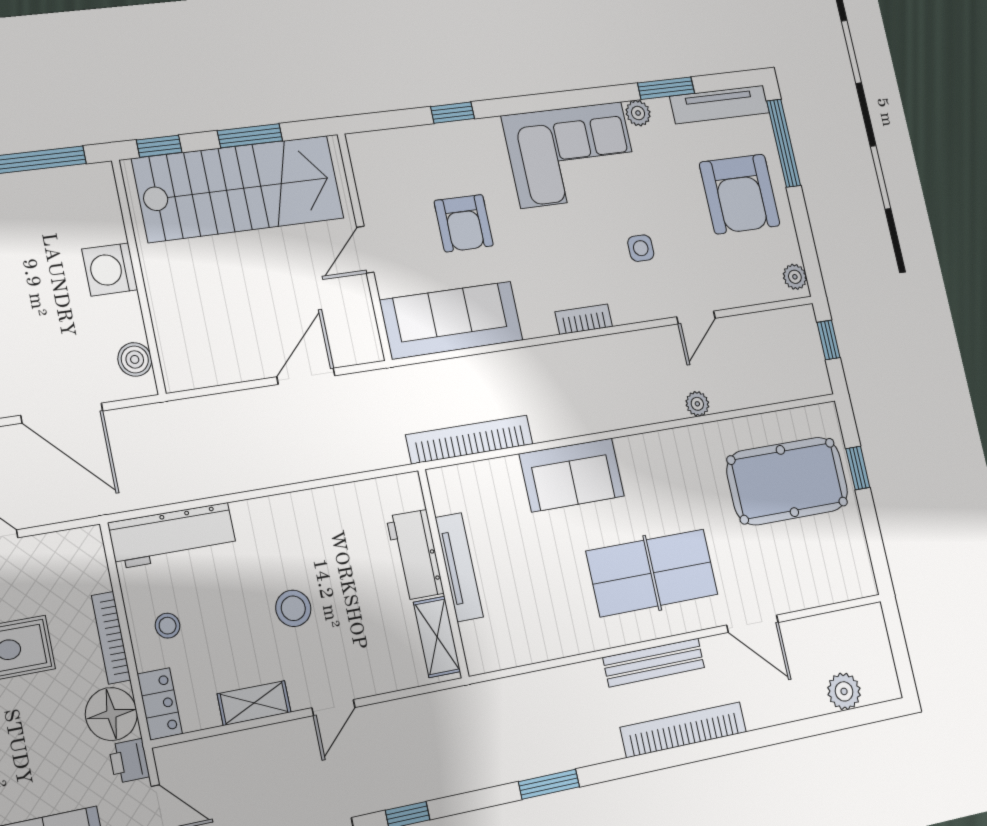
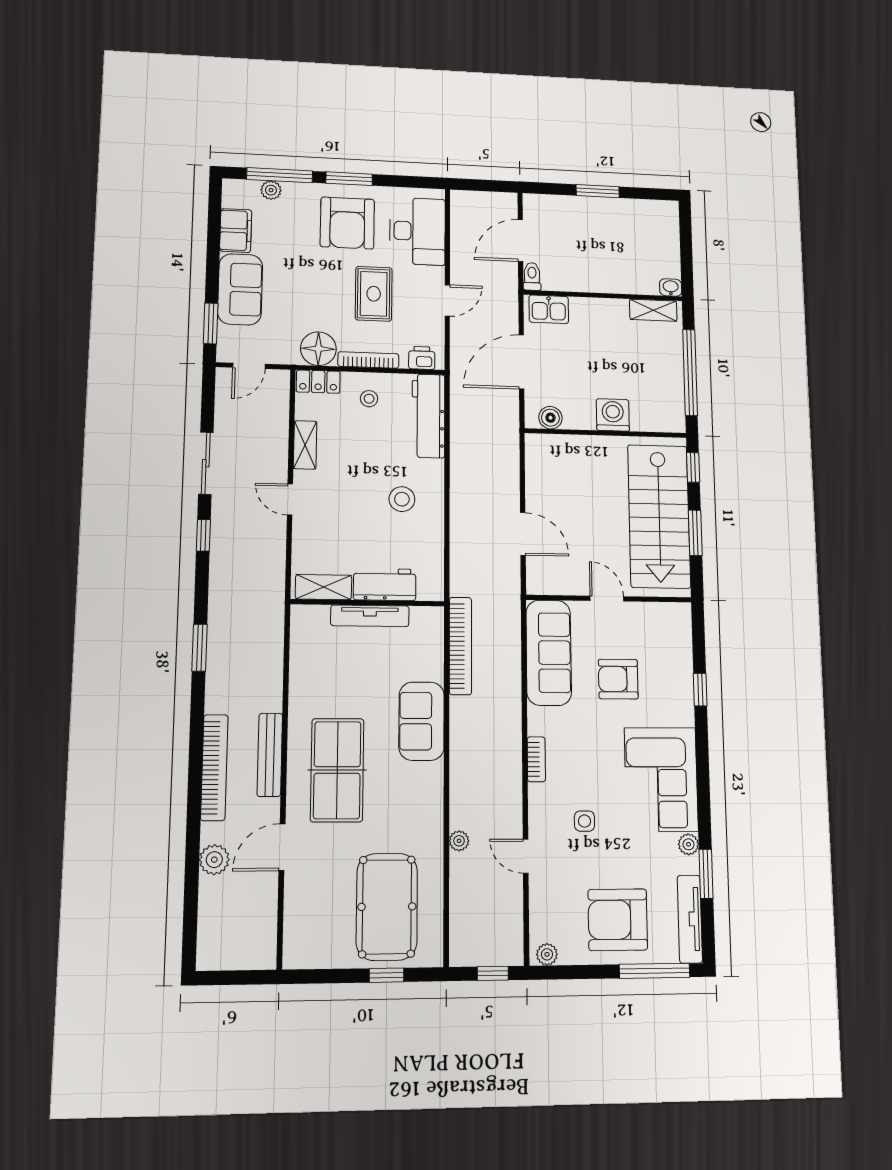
stool: (293, 608) -> (402, 499), moved
plant: (844, 691) -> (214, 860), moved
printer: (129, 761) -> (422, 358), moved

